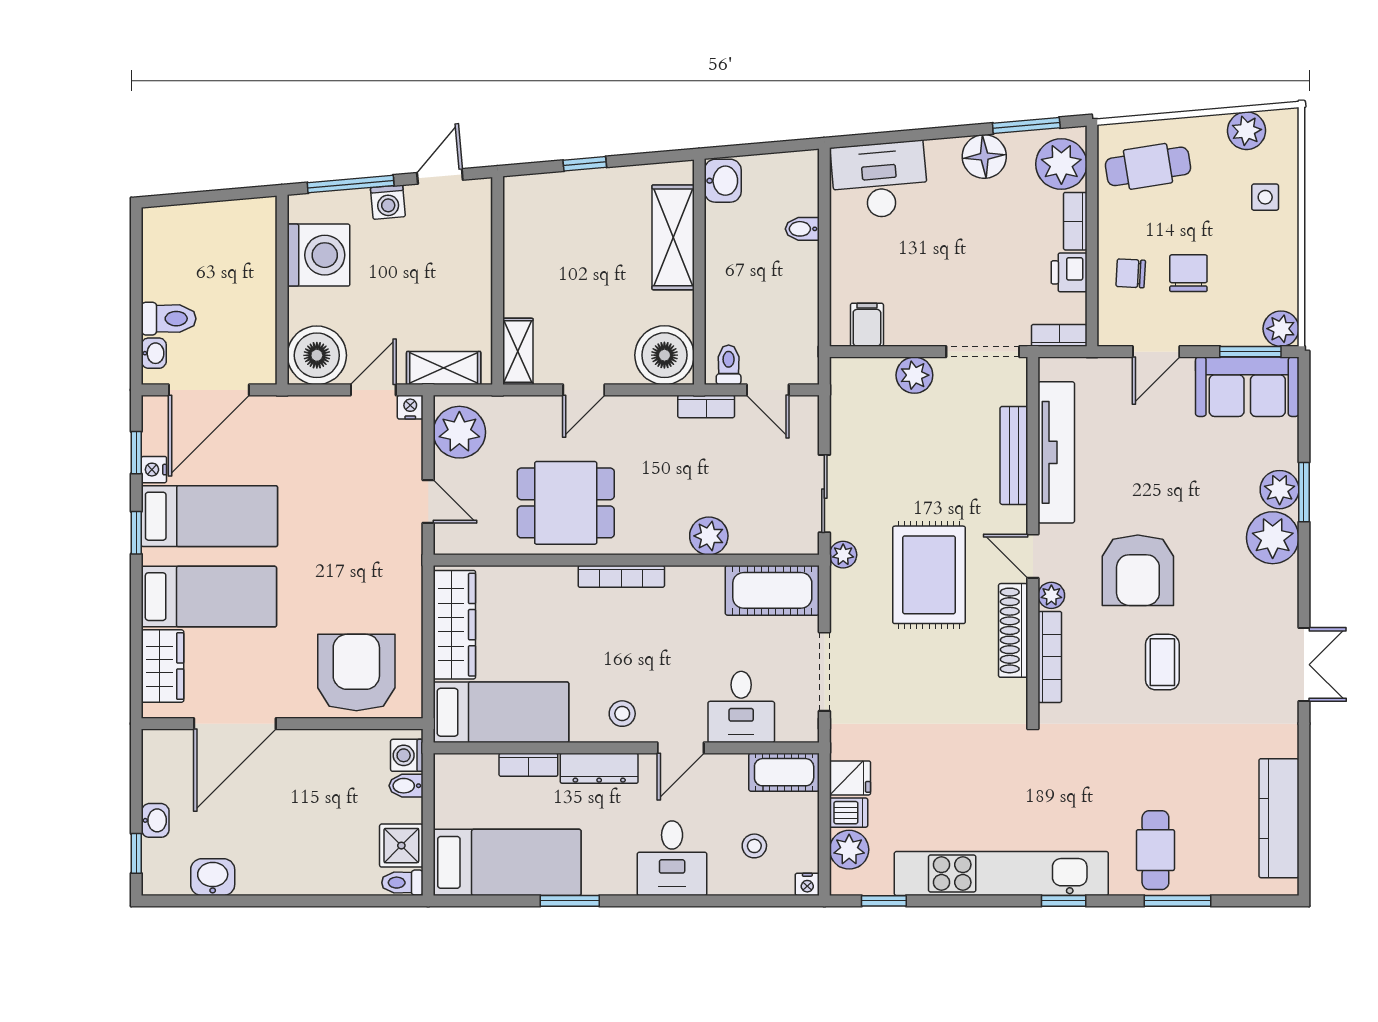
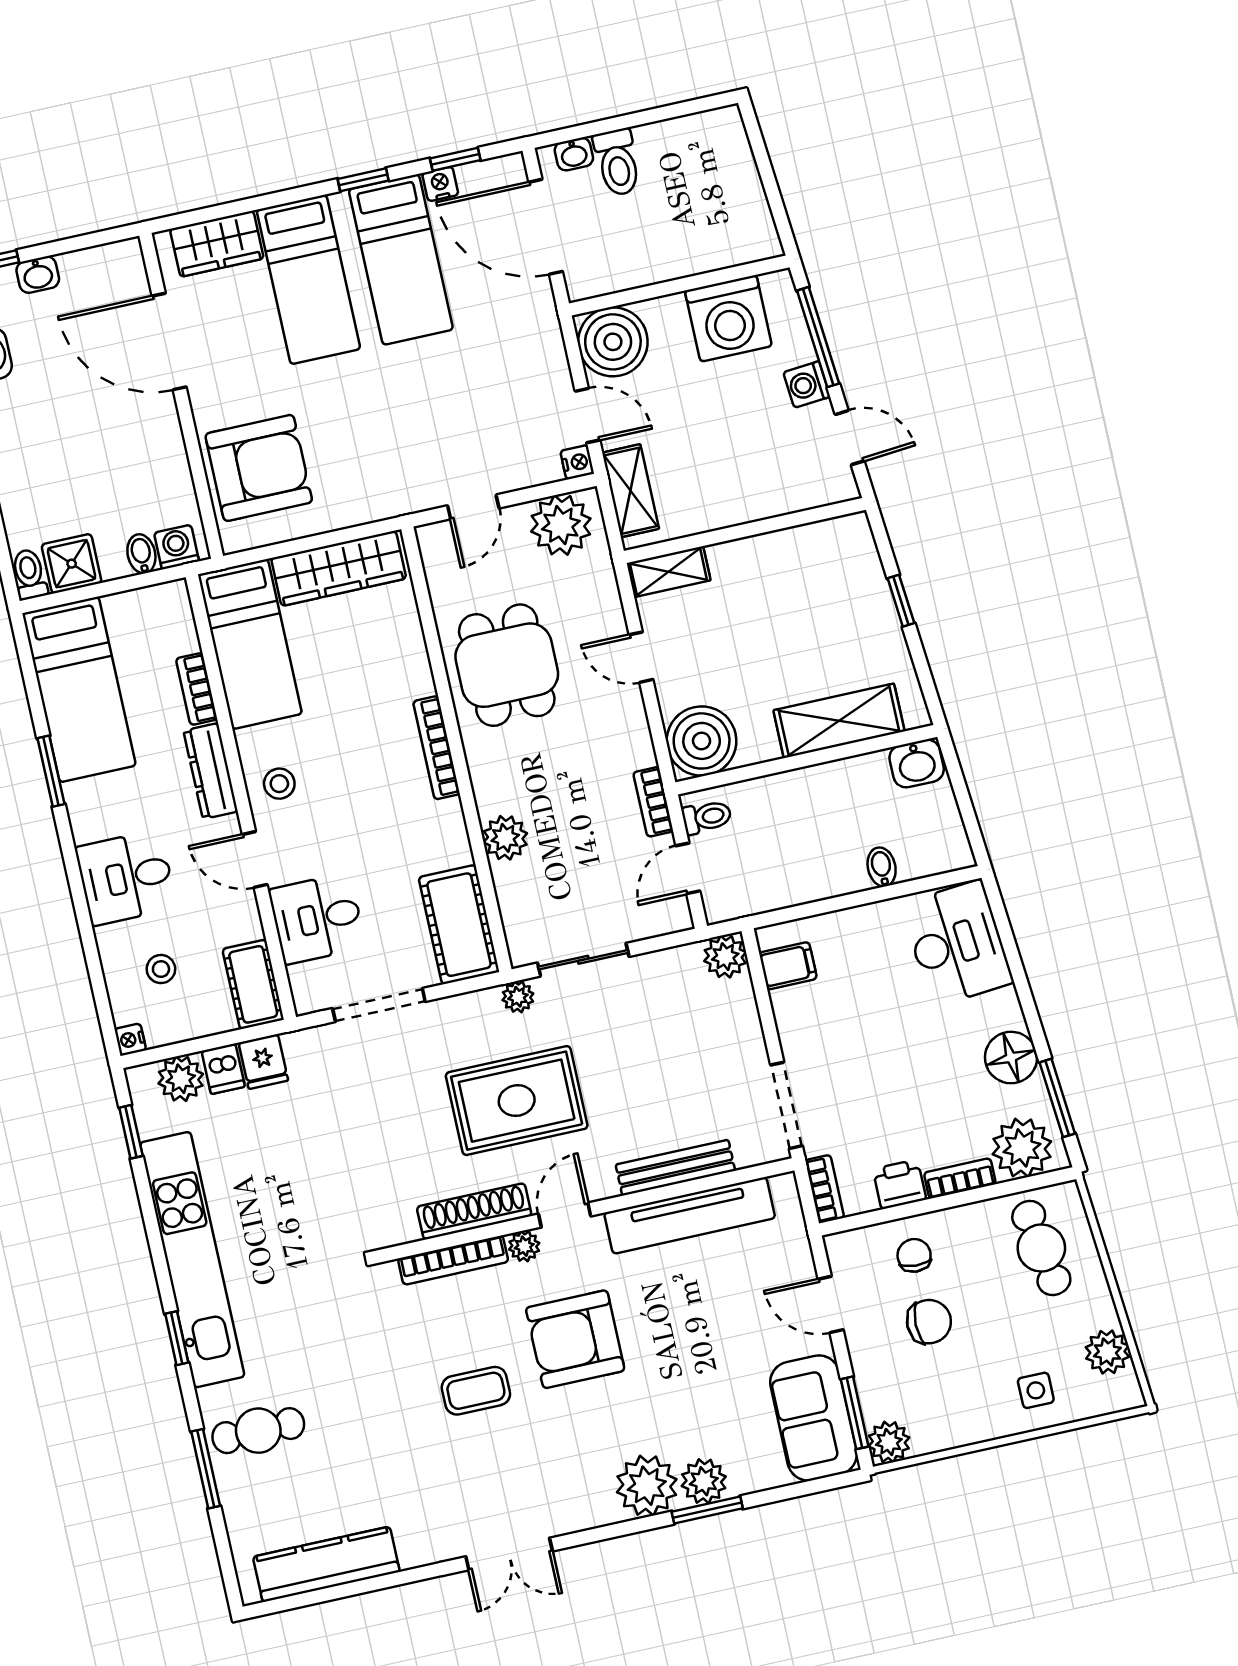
plant: (914, 375) -> (725, 957), moved

